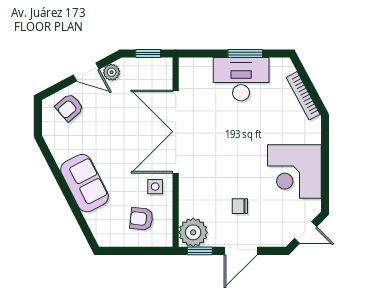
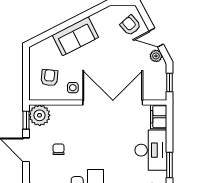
window: (245, 54) -> (170, 165), moved
filing cabinet: (195, 69) -> (159, 117), added
door: (86, 72) -> (156, 38), hinge flipped

